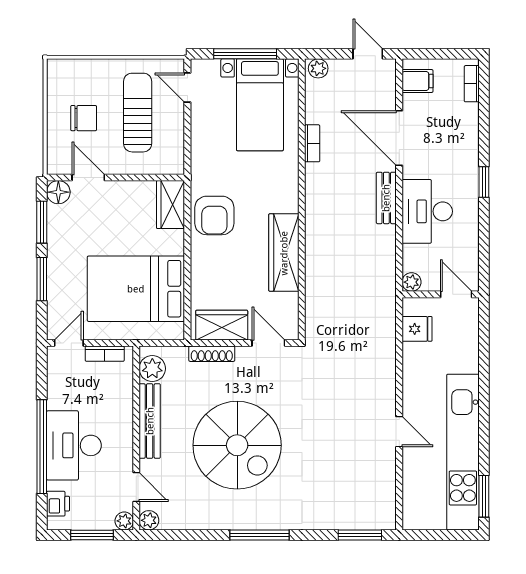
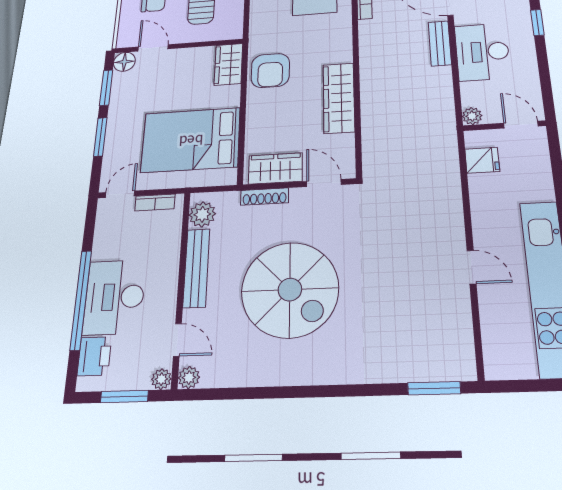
printer: (58, 504) -> (94, 356), width x1.36, depth x1.24
window: (259, 535) -> (315, 391), removed

